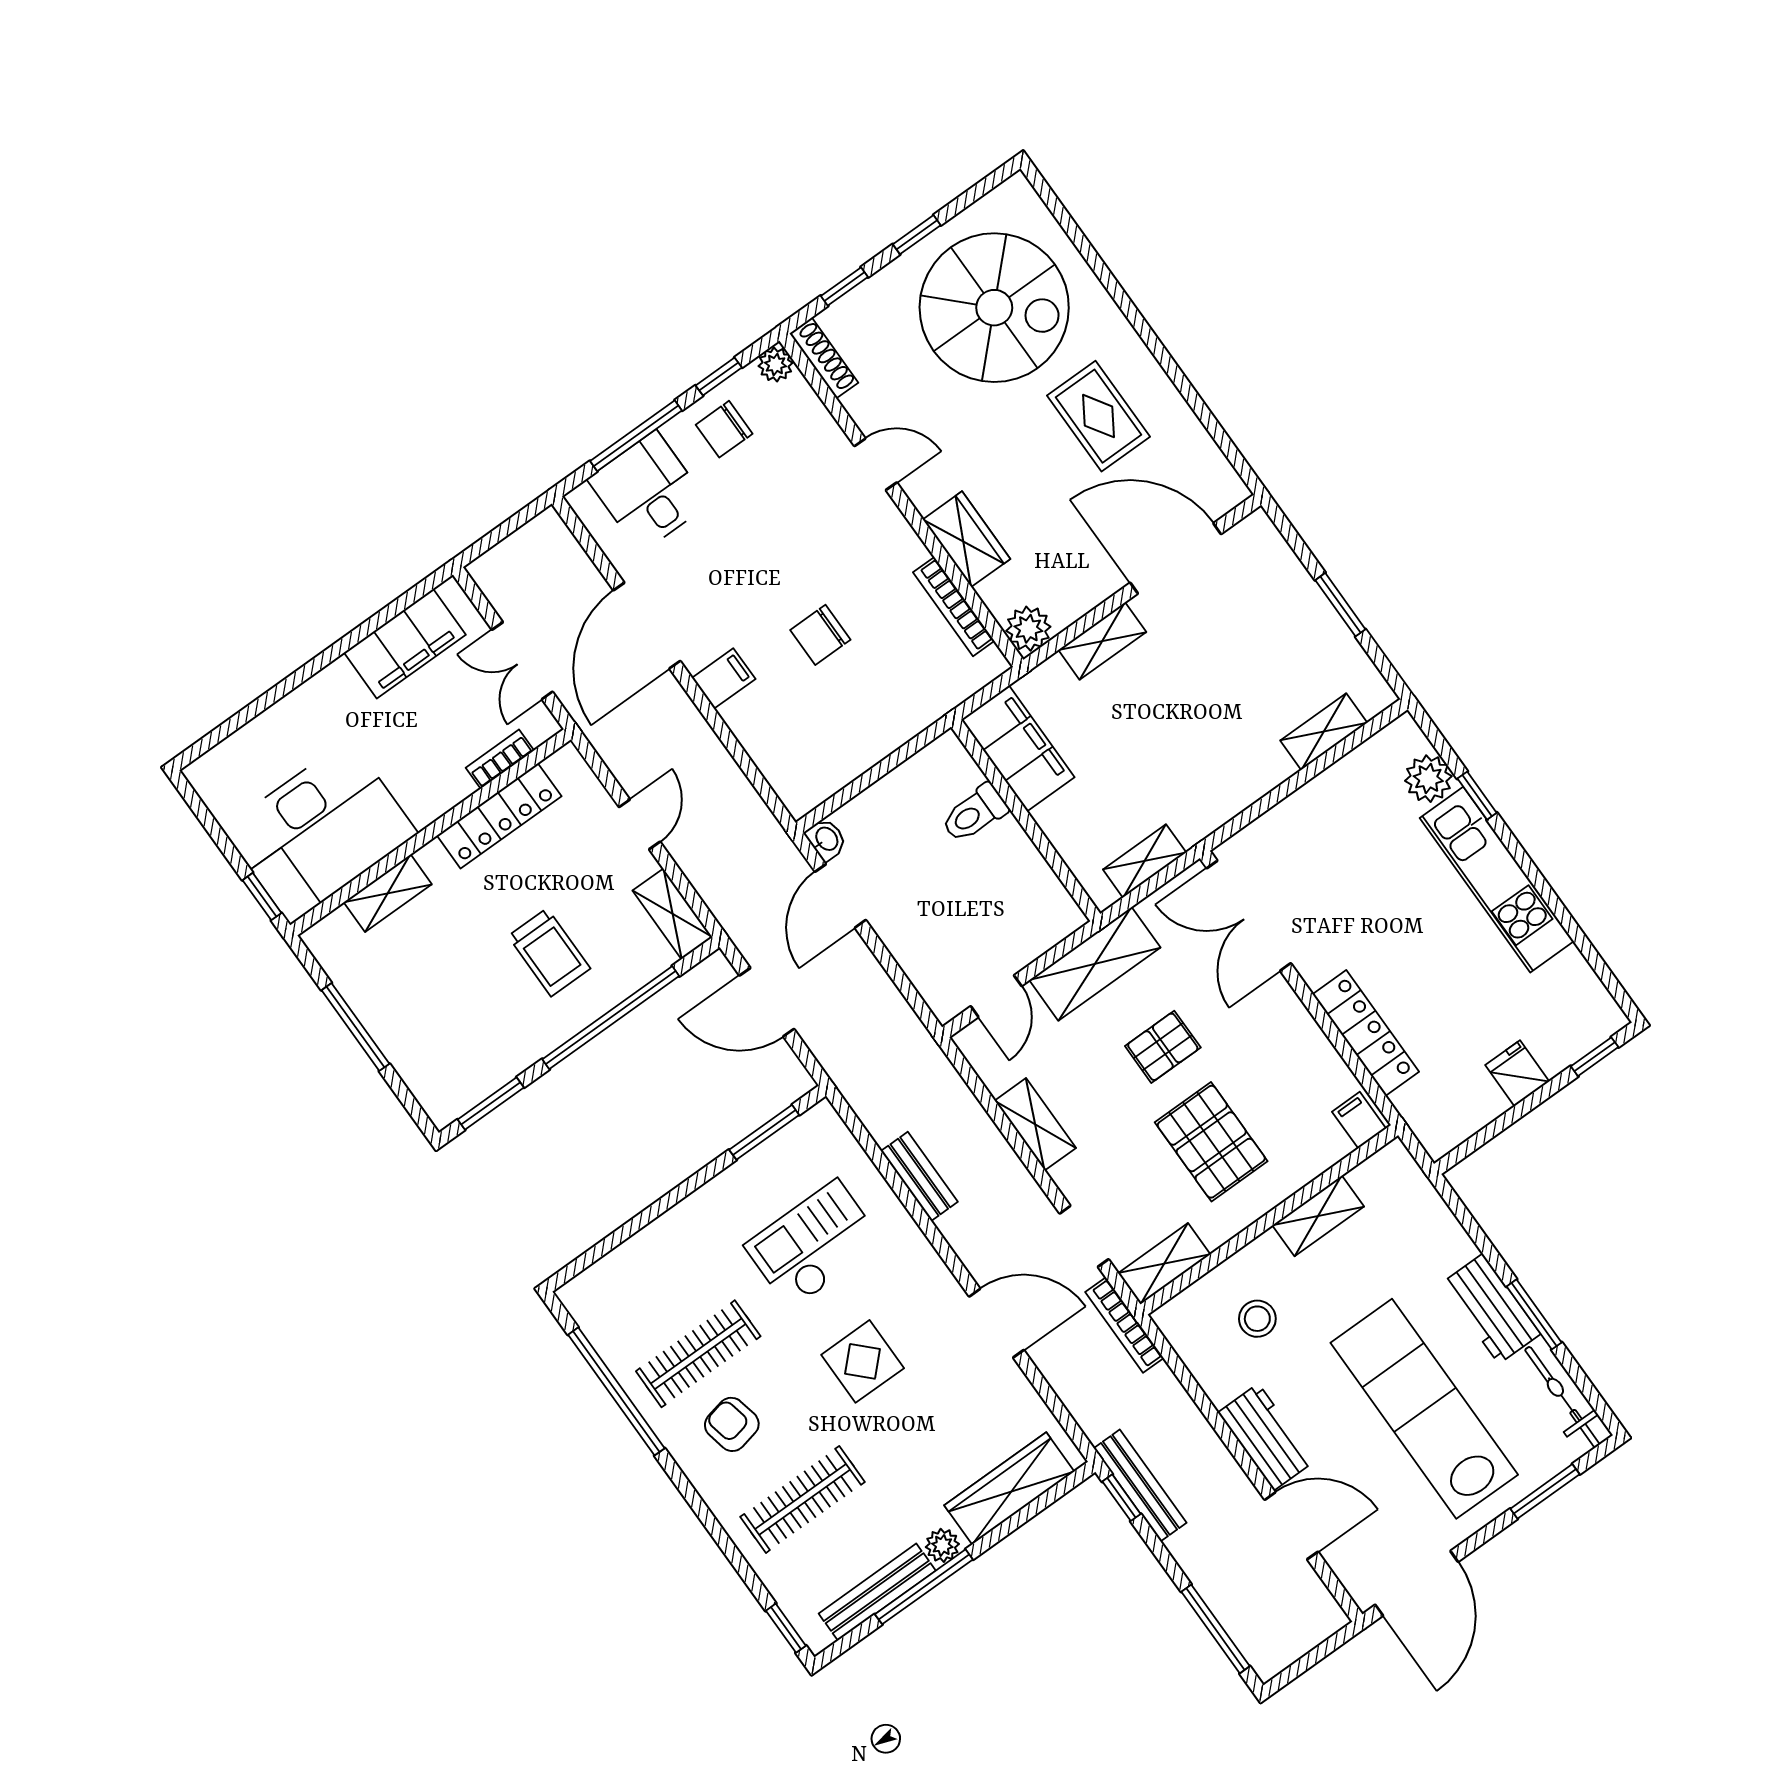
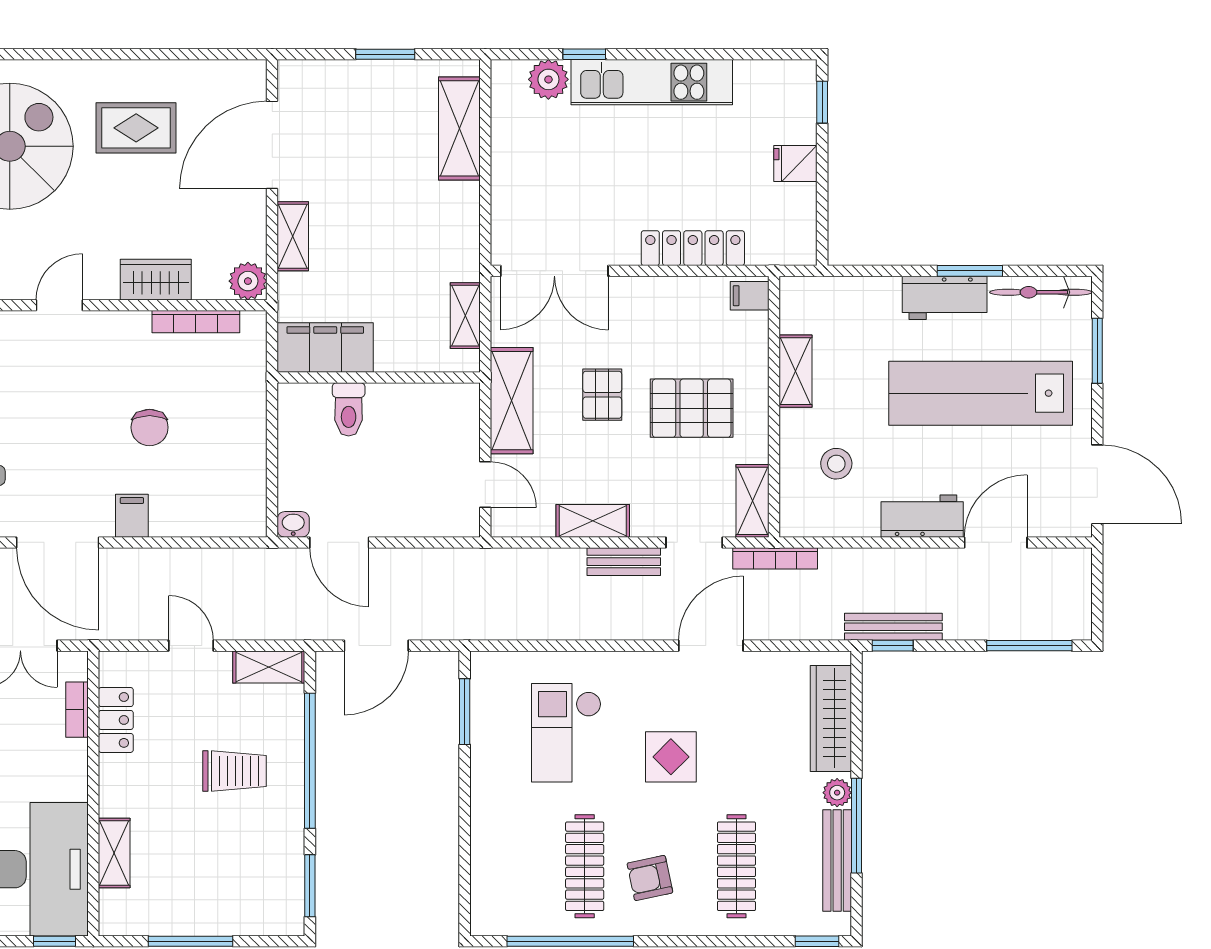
shelving: (1324, 732) -> (459, 128), width x1.50, depth x1.33
locker: (499, 816) -> (116, 720), width x0.66
bench: (919, 1176) -> (624, 562), moved

